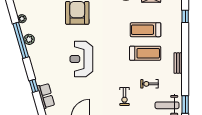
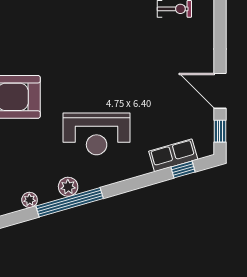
reception desk: (81, 59) -> (97, 134), moved
window: (34, 86) -> (183, 170), moved

